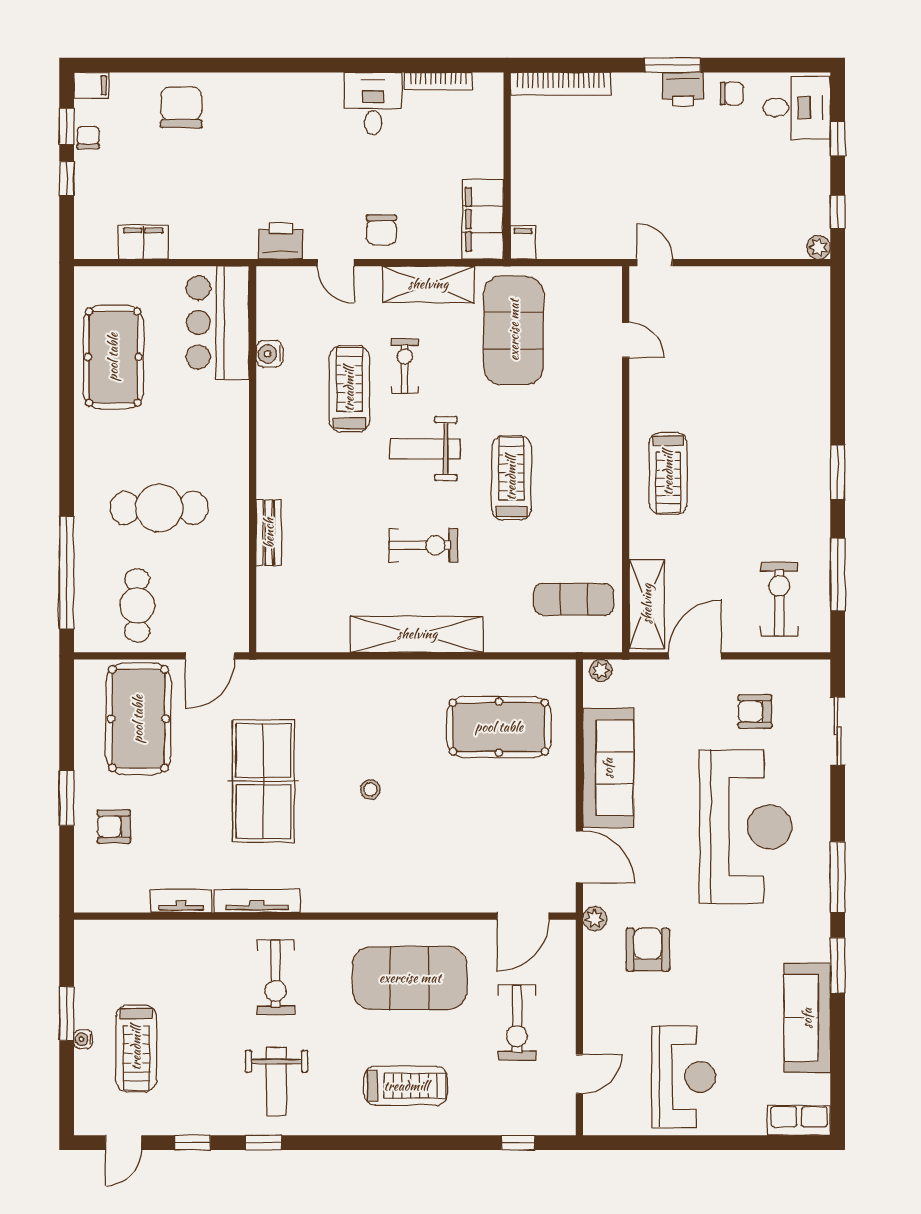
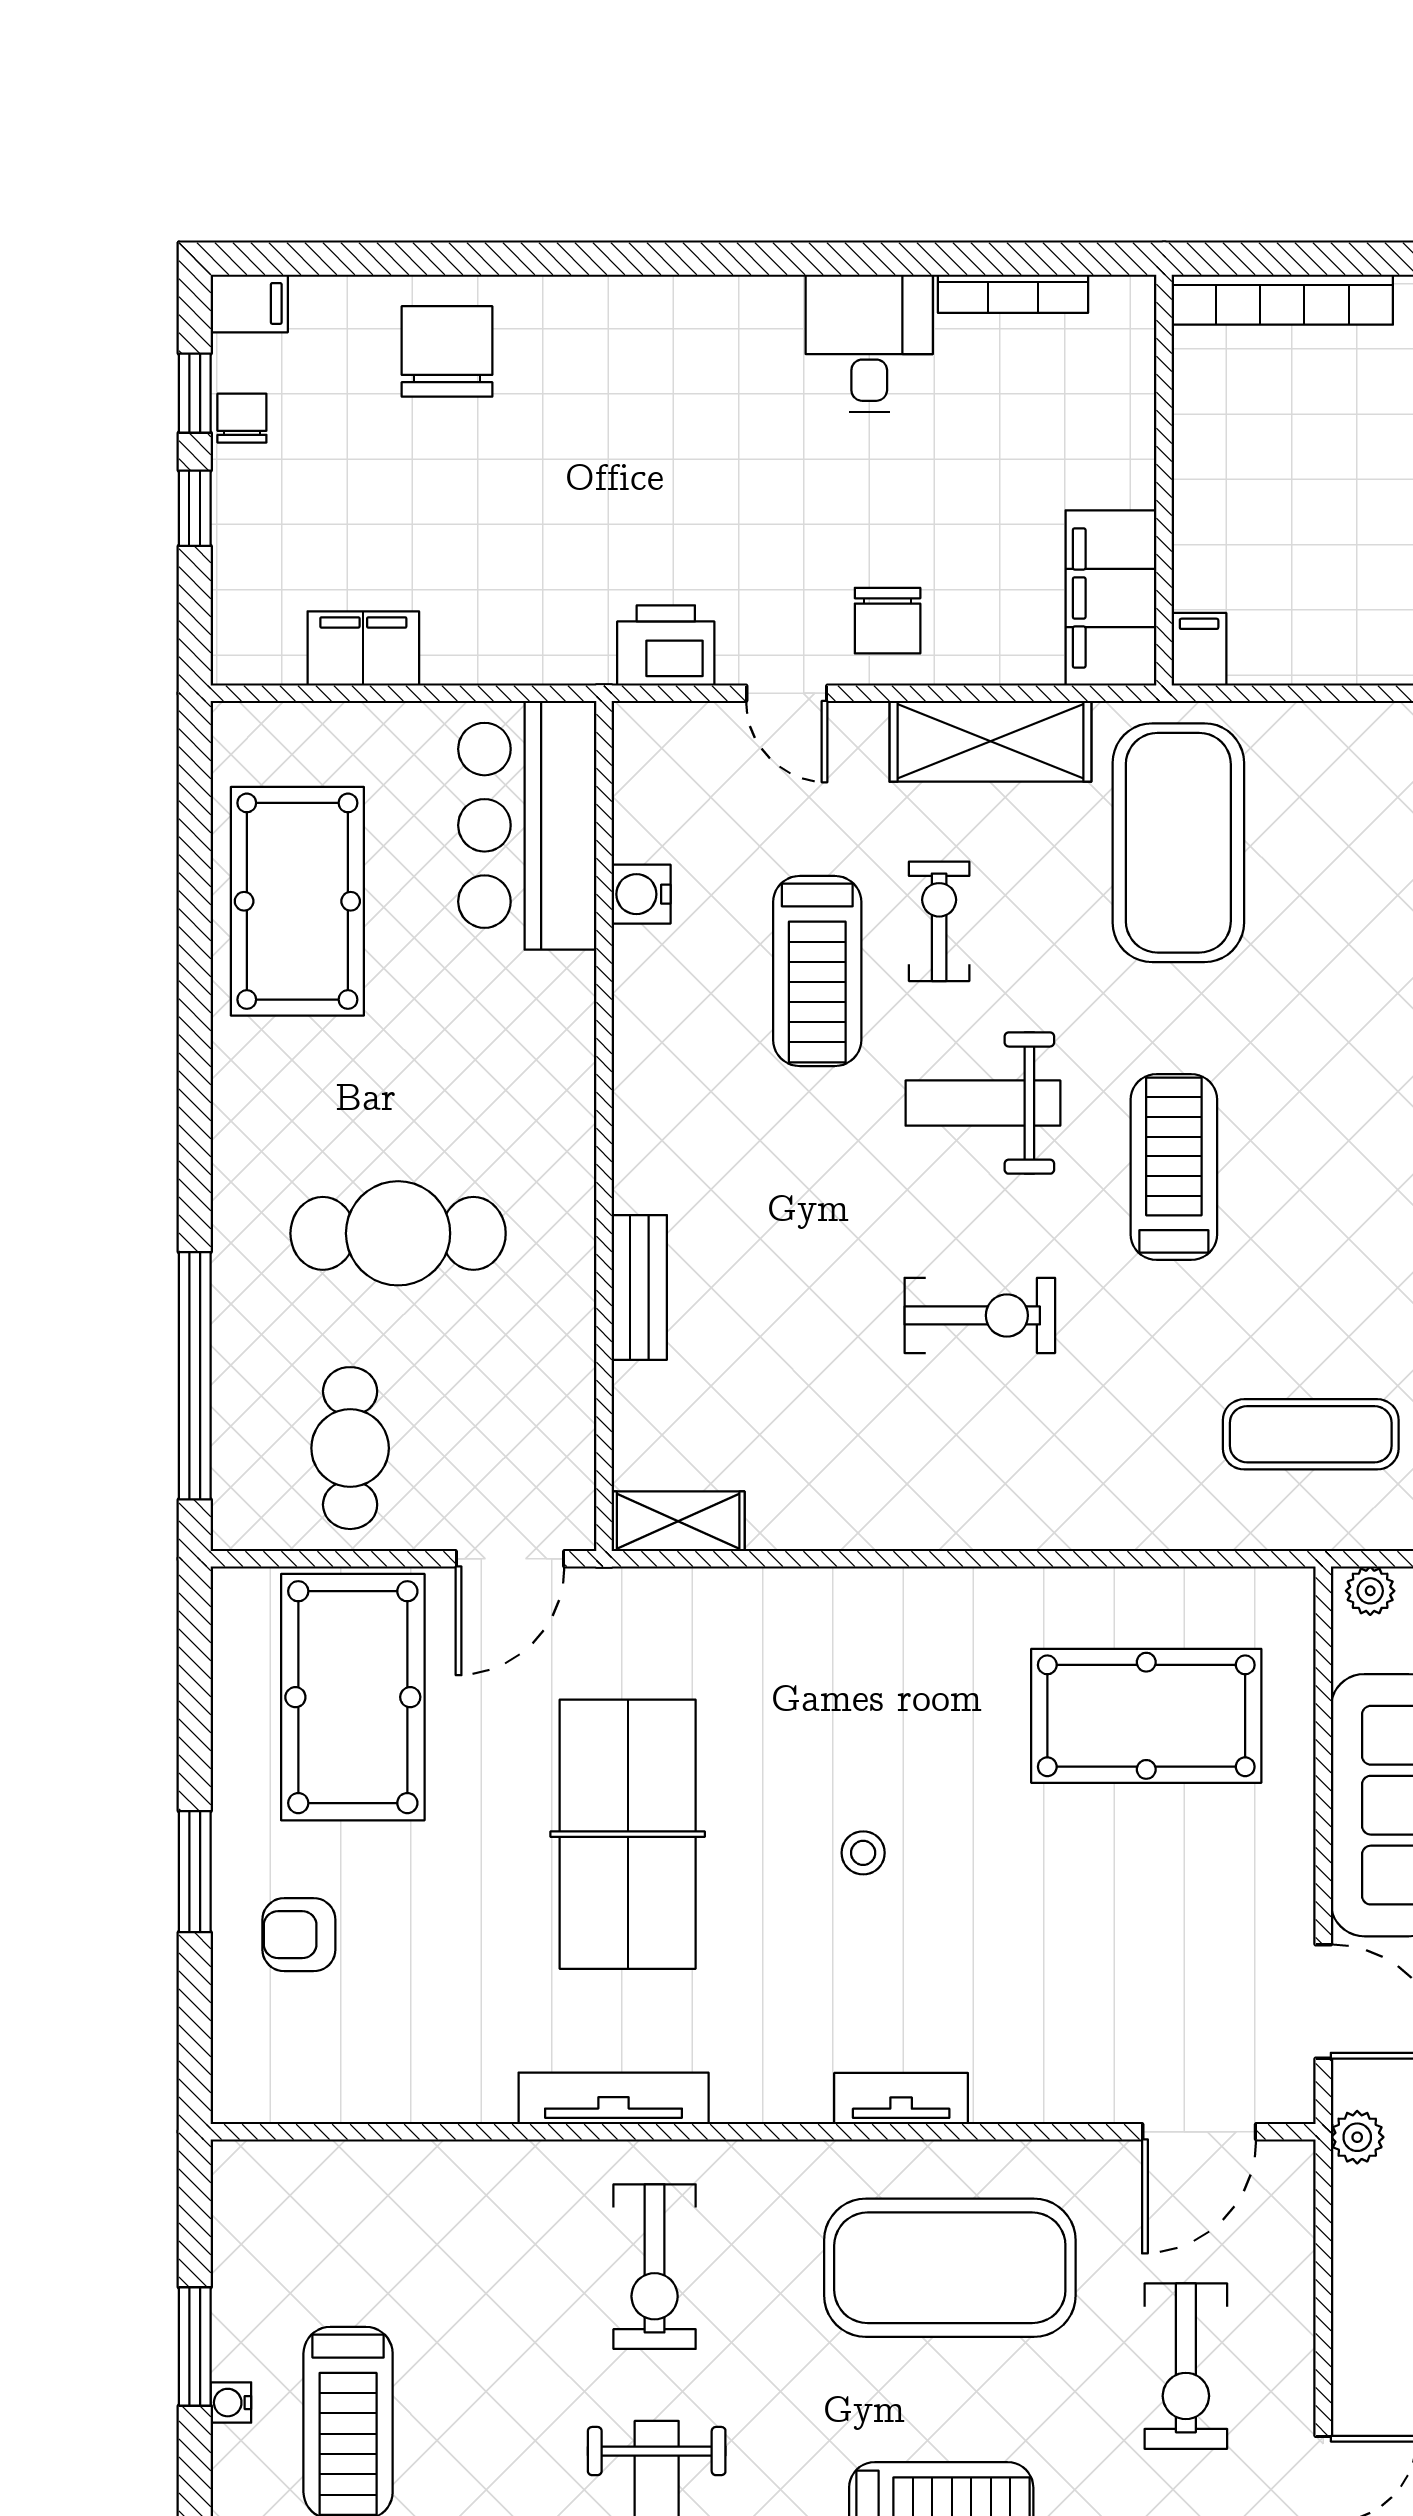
treadmill: (349, 389) -> (817, 971), turned 180
shelving: (417, 634) -> (678, 1521), moved, width x0.45, depth x0.75
tv unit: (181, 901) -> (901, 2098), moved

